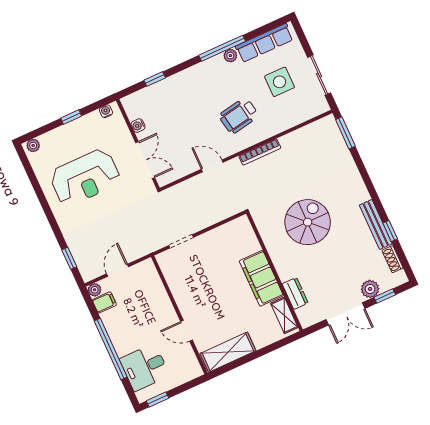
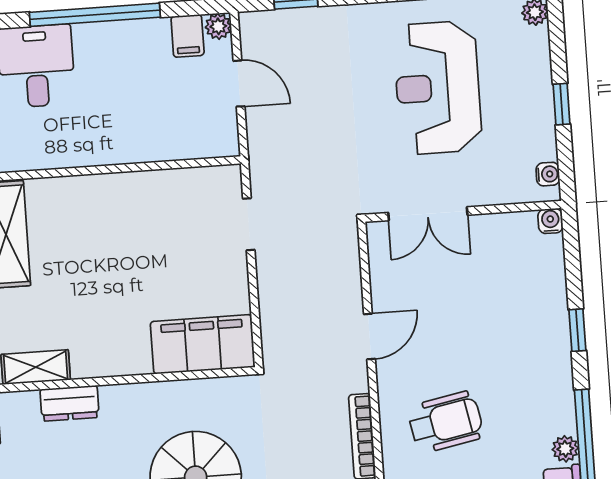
window: (155, 79) -> (577, 330), moved
wheelchair: (239, 116) -> (446, 422), turned 89
water cooler: (138, 126) -> (550, 221), moved
filing cabinet: (261, 278) -> (203, 344), moved
door: (187, 331) -> (76, 171), removed

